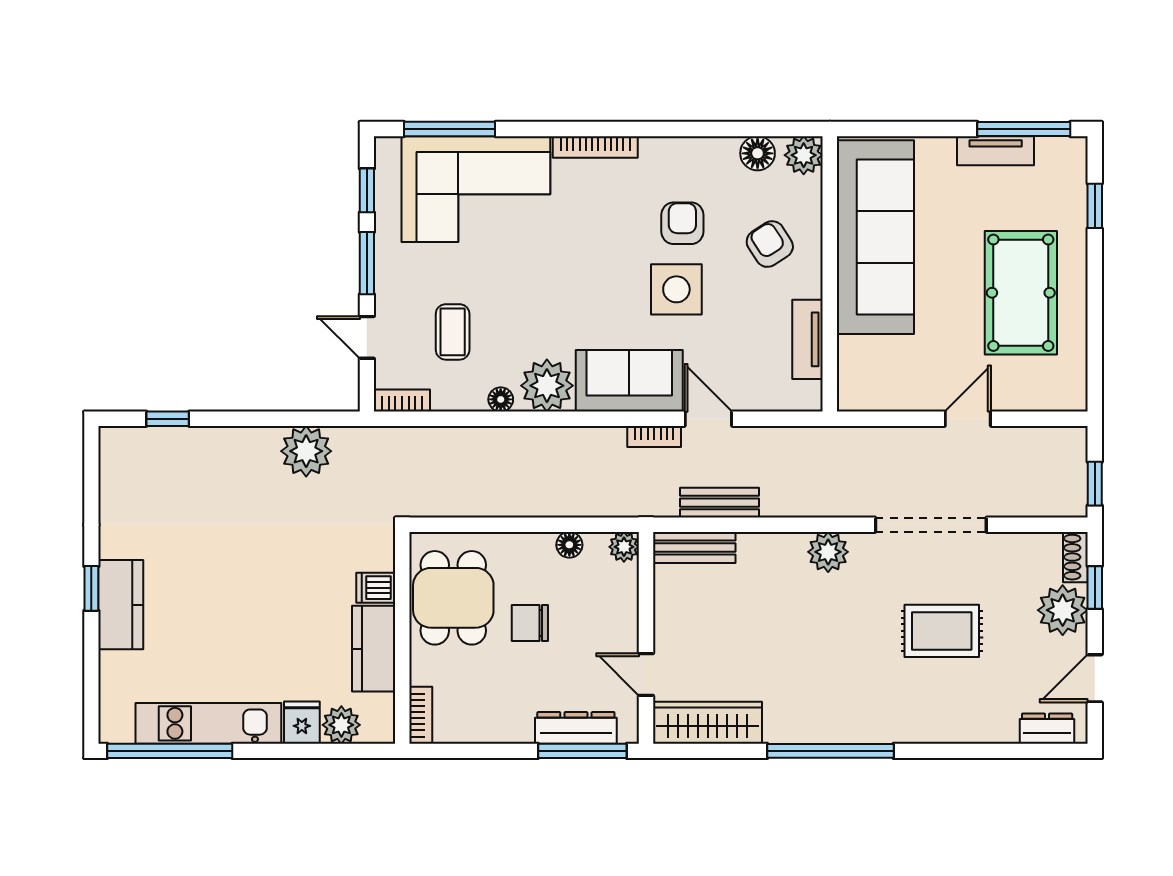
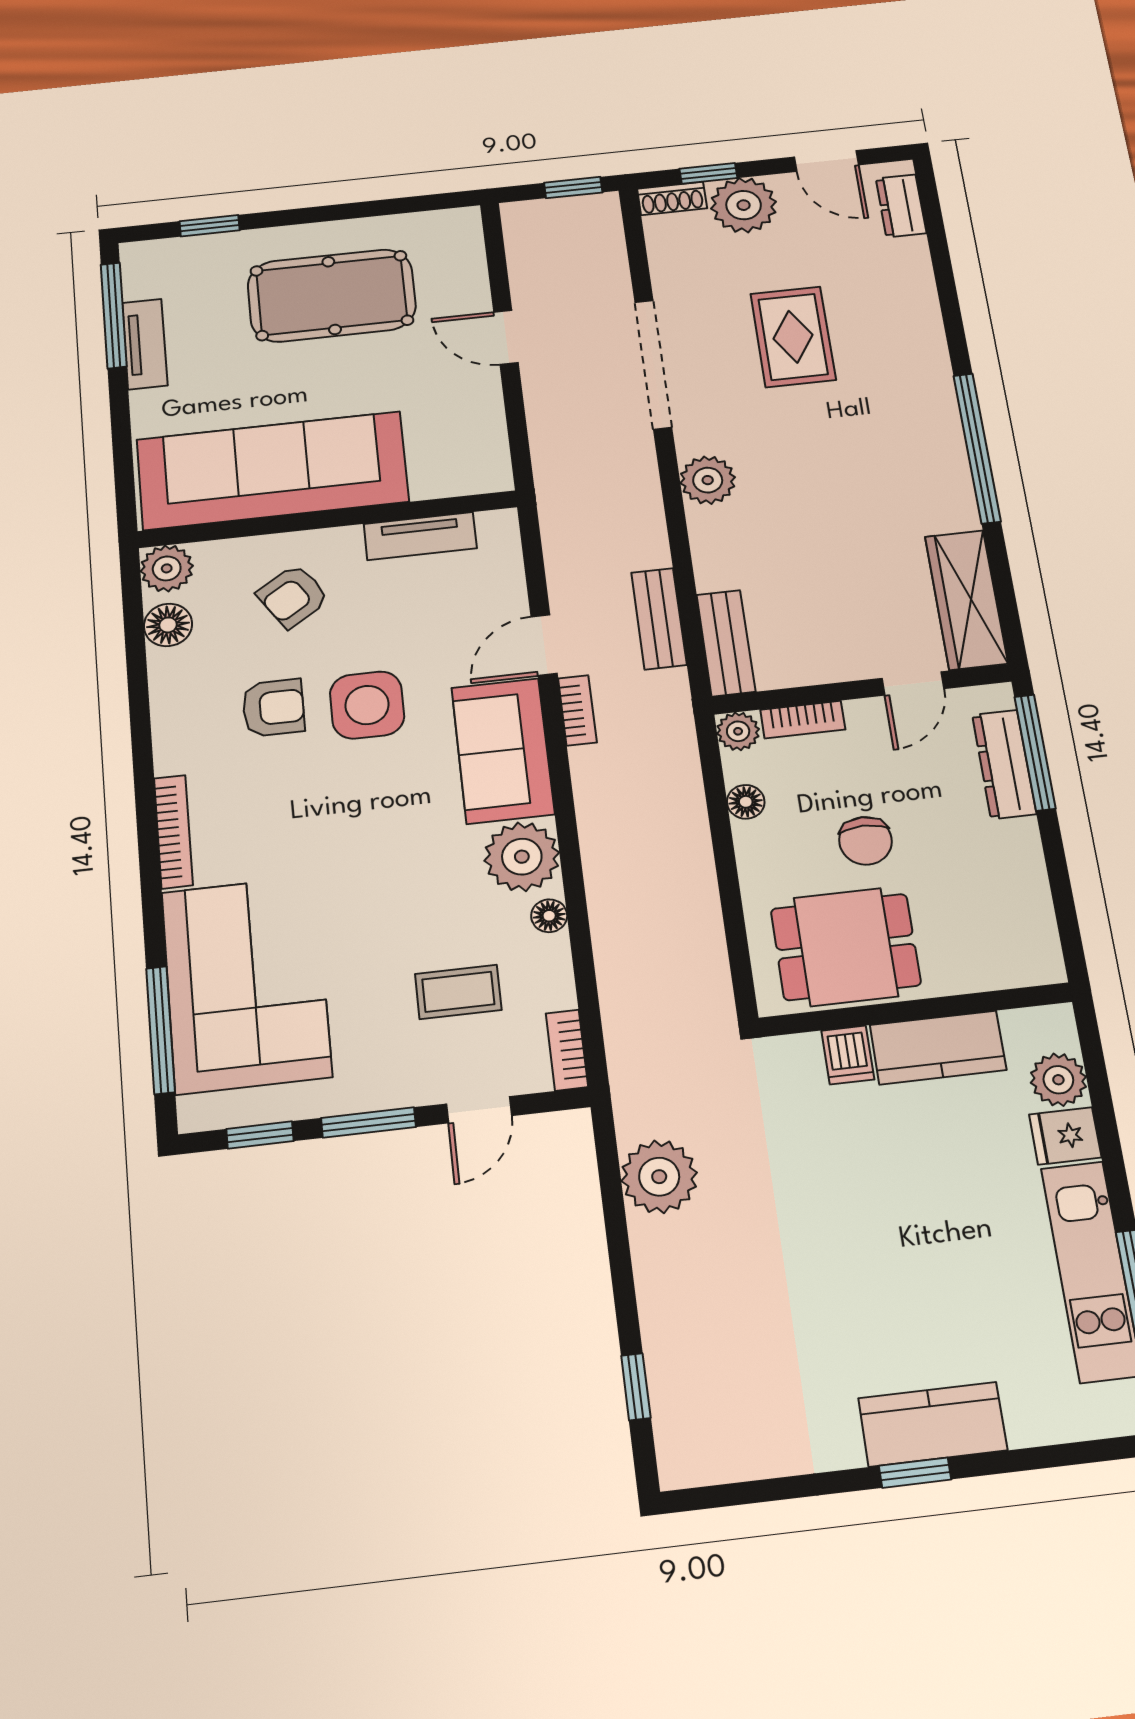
armchair: (682, 223) -> (273, 708), turned 180
bookcase: (421, 715) -> (803, 720), moved, turned 180

